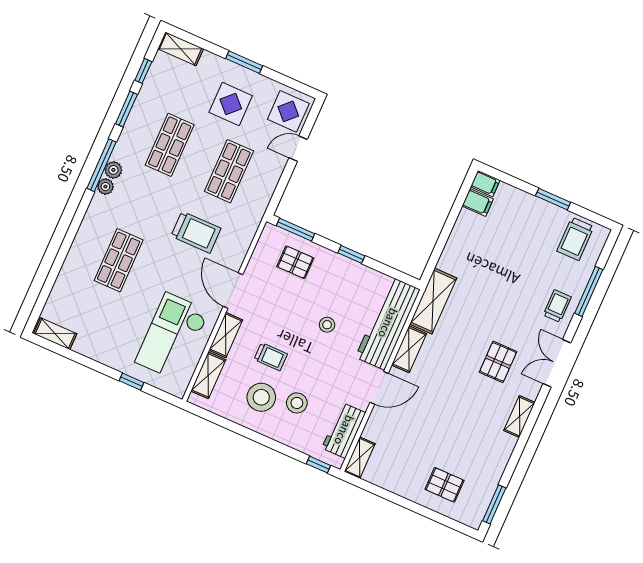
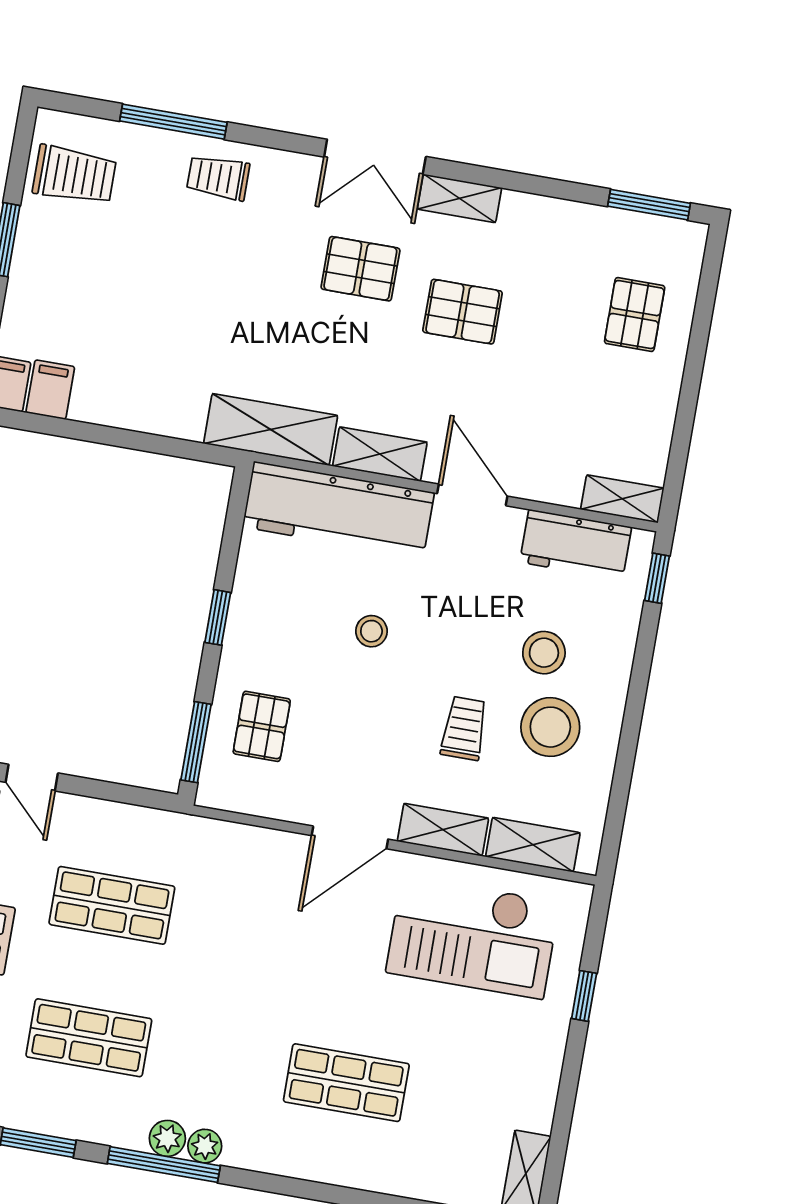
trolley: (196, 232) -> (251, 941), removed
double door: (557, 363) -> (375, 157), moved
pallet: (466, 405) -> (463, 312), added

